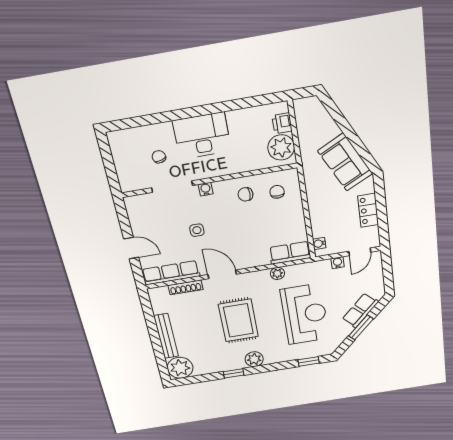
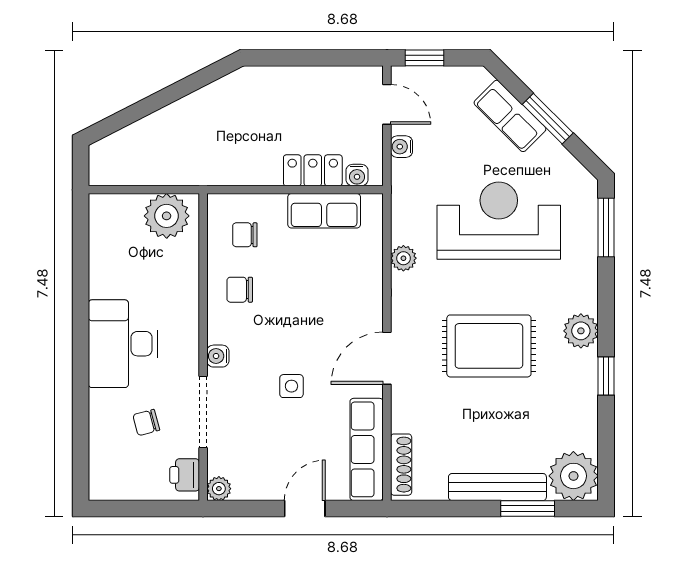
printer: (282, 123) -> (185, 475), moved, turned 90
sofa: (345, 162) -> (212, 112), removed
chair: (245, 194) -> (240, 290), turned 90
plant: (131, 202) -> (219, 489), added
locker: (368, 210) -> (313, 170), moved, turned 180
row of seats: (290, 253) -> (324, 211), moved, turned -90
window: (387, 266) -> (425, 58), added
shoe rack: (185, 287) -> (401, 465), moved
window: (158, 351) -> (528, 508), added
window: (309, 361) -> (606, 227), width x1.50

